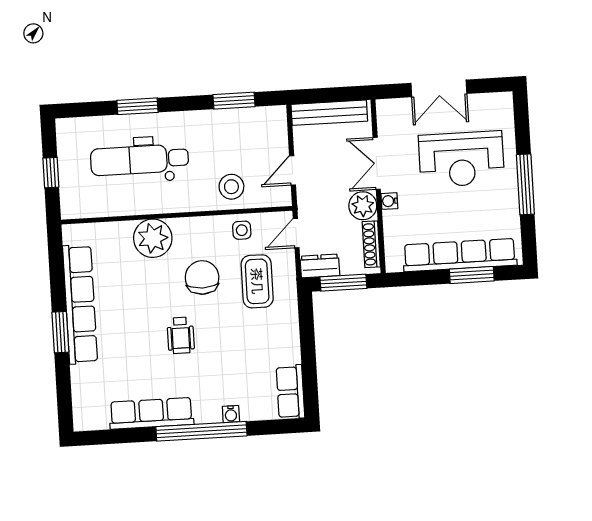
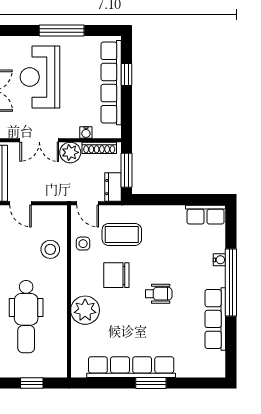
reception desk: (461, 159) -> (40, 77), turned 180
door: (292, 170) -> (20, 203), moved
water cooler: (389, 201) -> (86, 133), moved
window: (472, 275) -> (127, 75), width x0.67

